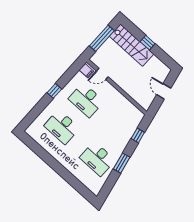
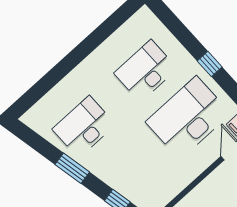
desk: (86, 100) -> (188, 118), width x1.36, depth x1.30

